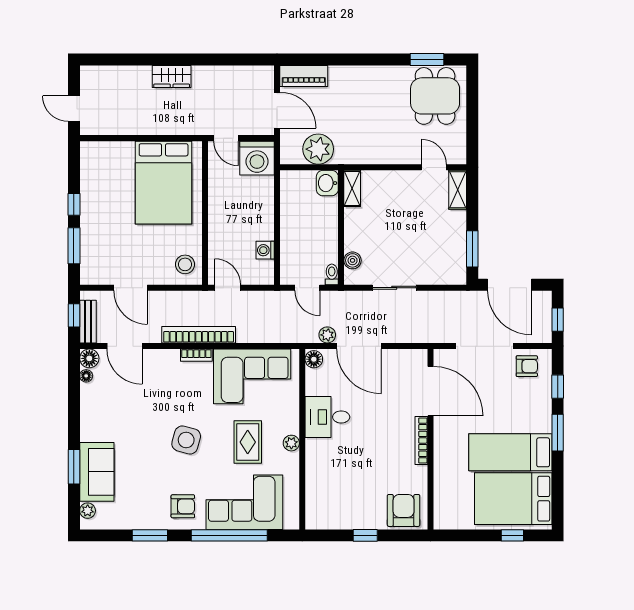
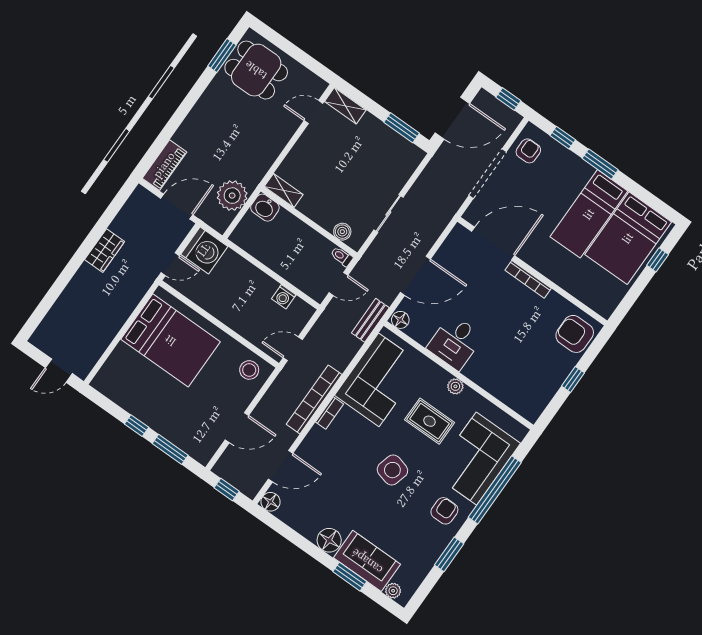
wardrobe: (172, 76) -> (105, 251), moved
bench: (88, 322) -> (370, 320), moved, turned 90
plant: (327, 335) -> (388, 295), removed
floor lamp: (86, 376) -> (329, 540), moved, width x1.89, depth x1.89

